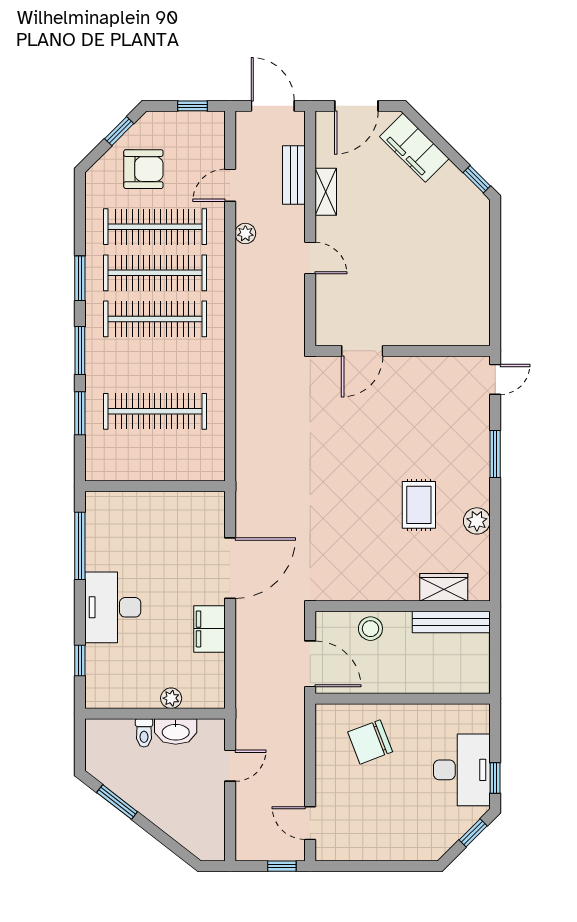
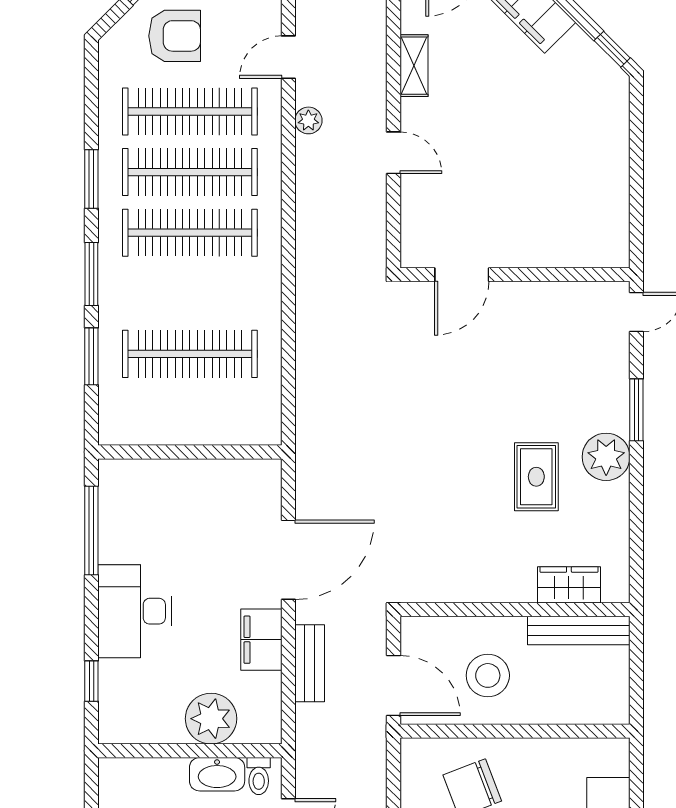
bench: (294, 175) -> (310, 663), moved
plant: (477, 521) -> (606, 457), moved, width x1.36, depth x1.36
stool: (370, 629) -> (488, 675), moved, width x1.38, depth x1.38
plant: (171, 698) -> (211, 719), width x1.87, depth x1.87
toilet: (144, 733) -> (259, 776), moved

